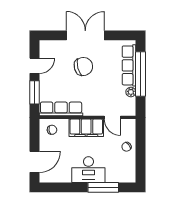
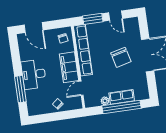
row of seats: (129, 65) -> (122, 97), width x0.68
row of seats: (61, 109) -> (83, 50), width x1.36

